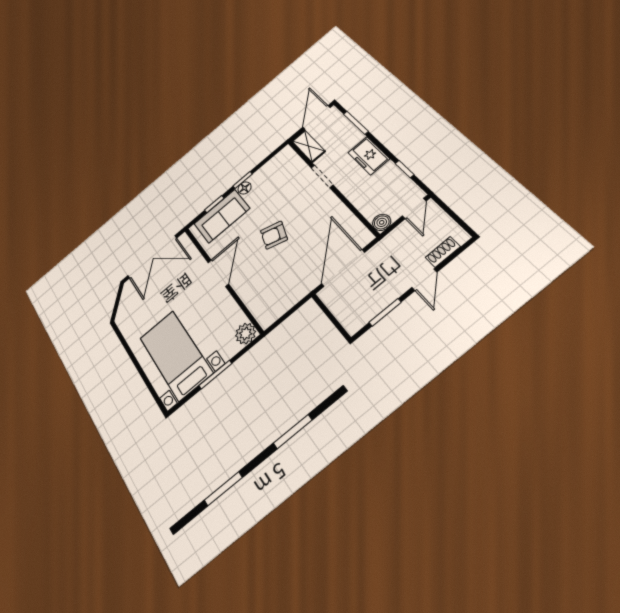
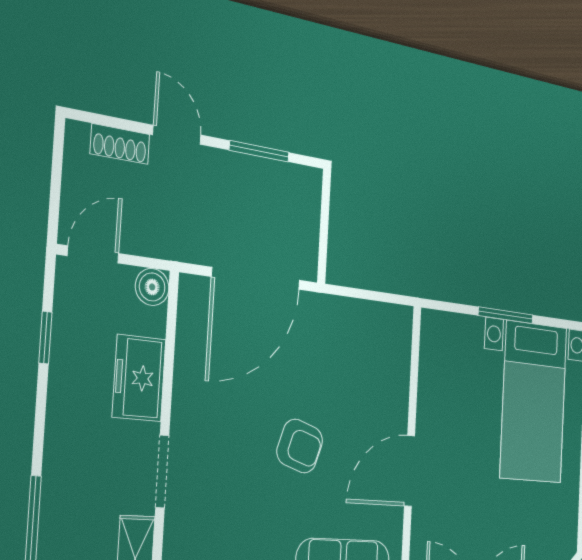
freezer: (369, 156) -> (139, 378), moved, turned 180
door: (424, 280) -> (177, 135), hinge flipped
plant: (246, 334) -> (437, 330), removed

